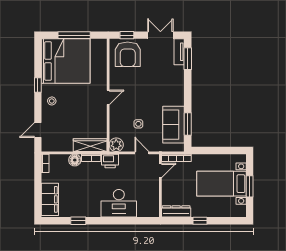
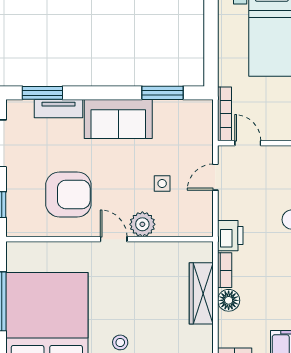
tv unit: (179, 52) -> (59, 109), moved
armchair: (128, 54) -> (68, 194), moved
sofa: (174, 125) -> (118, 119), moved
wardrobe: (90, 145) -> (201, 293), moved
plant: (116, 145) -> (142, 224), moved

